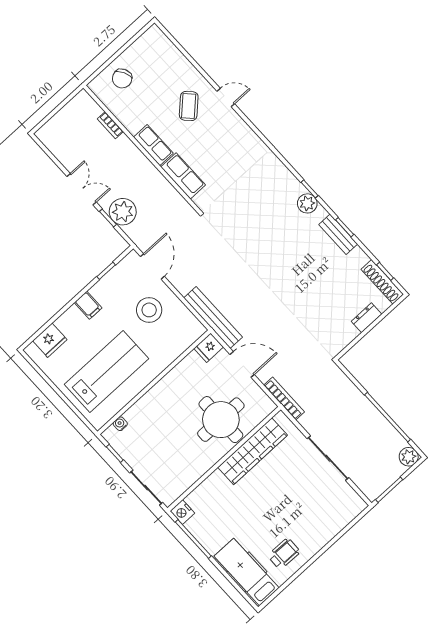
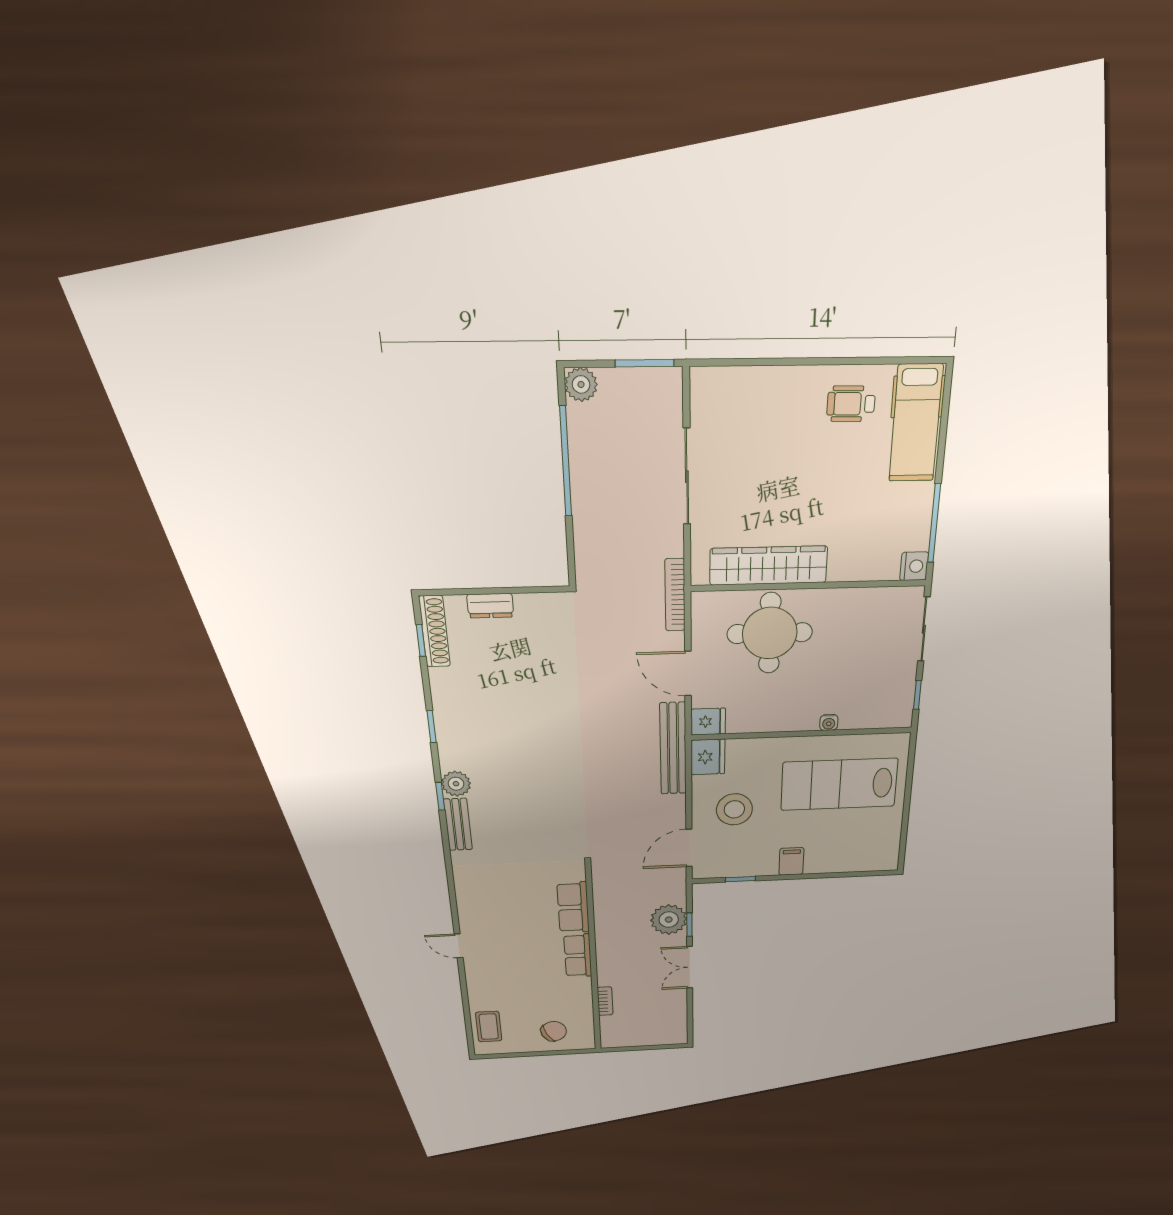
coffee table: (189, 106) -> (489, 1027), moved, turned -46
bench: (338, 234) -> (458, 824), moved
fridge: (50, 340) -> (708, 757), moved, turned 90
water cooler: (120, 424) -> (829, 722), moved

